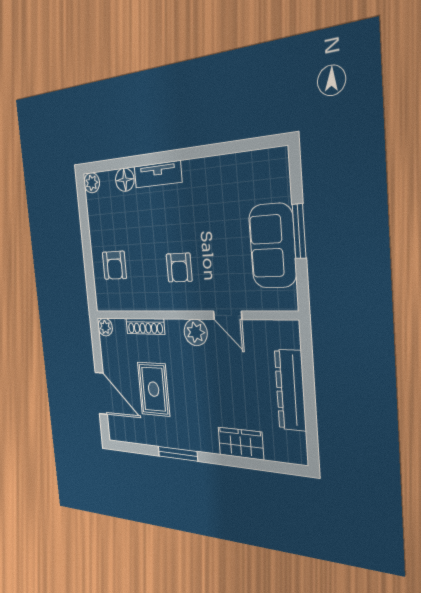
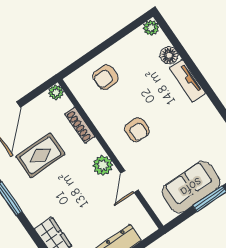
armchair: (179, 268) -> (137, 130), turned -90

